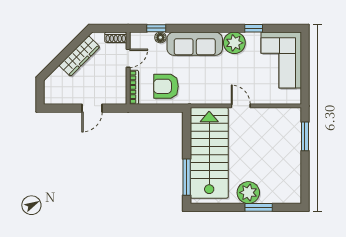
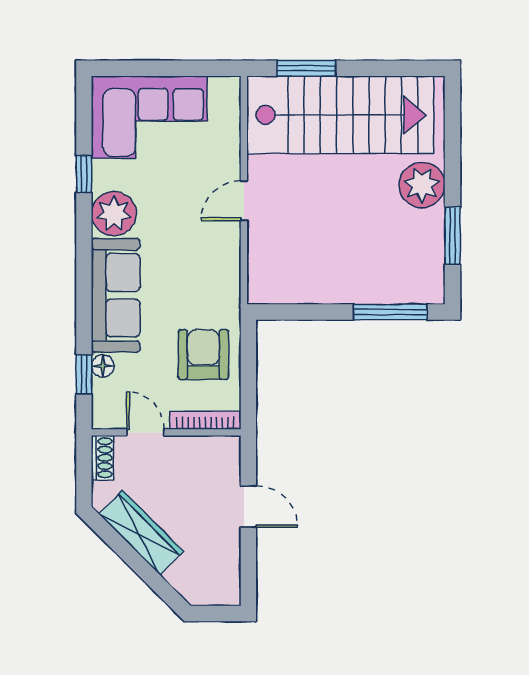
armchair: (166, 86) -> (203, 354), turned 180
stairs: (209, 153) -> (340, 115), moved, turned 180
window: (259, 207) -> (452, 236), moved

